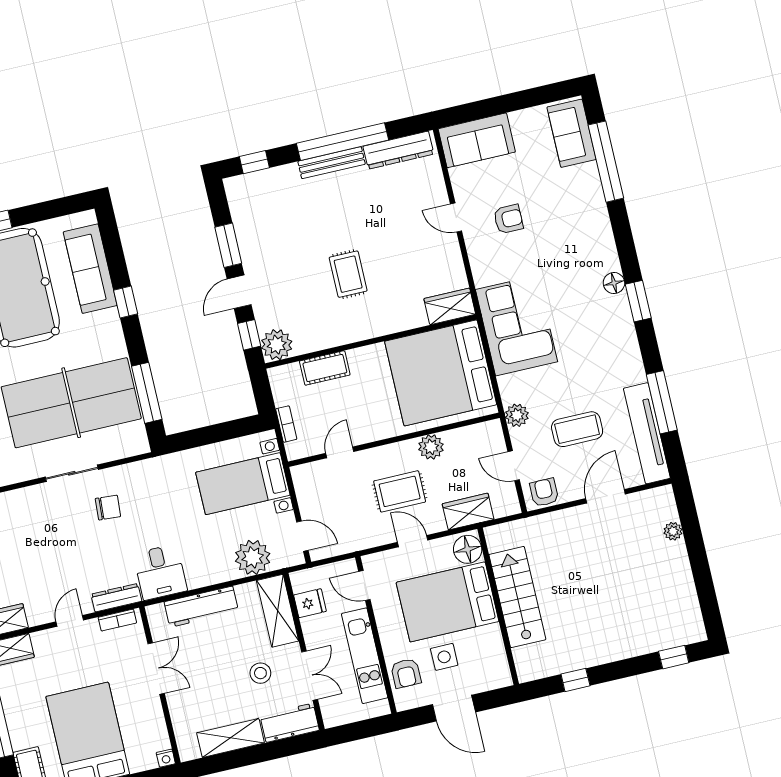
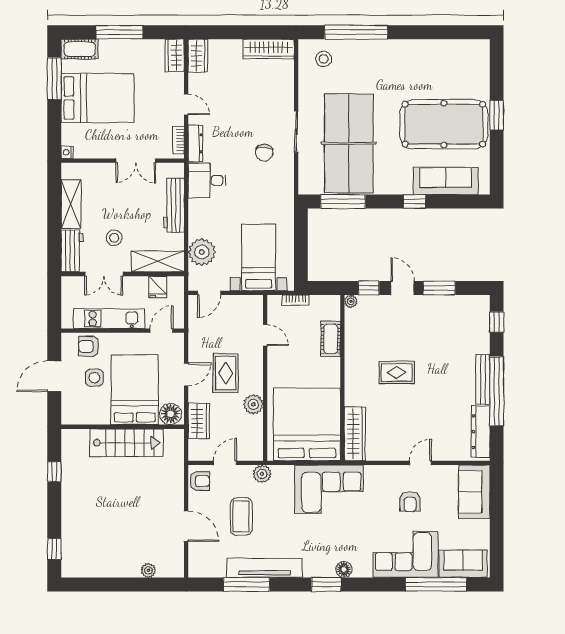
corner sofa: (577, 209) -> (405, 555), added
wardrobe: (450, 306) -> (355, 434), width x1.50
plant: (277, 345) -> (351, 301), width x0.53, depth x0.53
tv unit: (647, 433) -> (265, 568), moved

